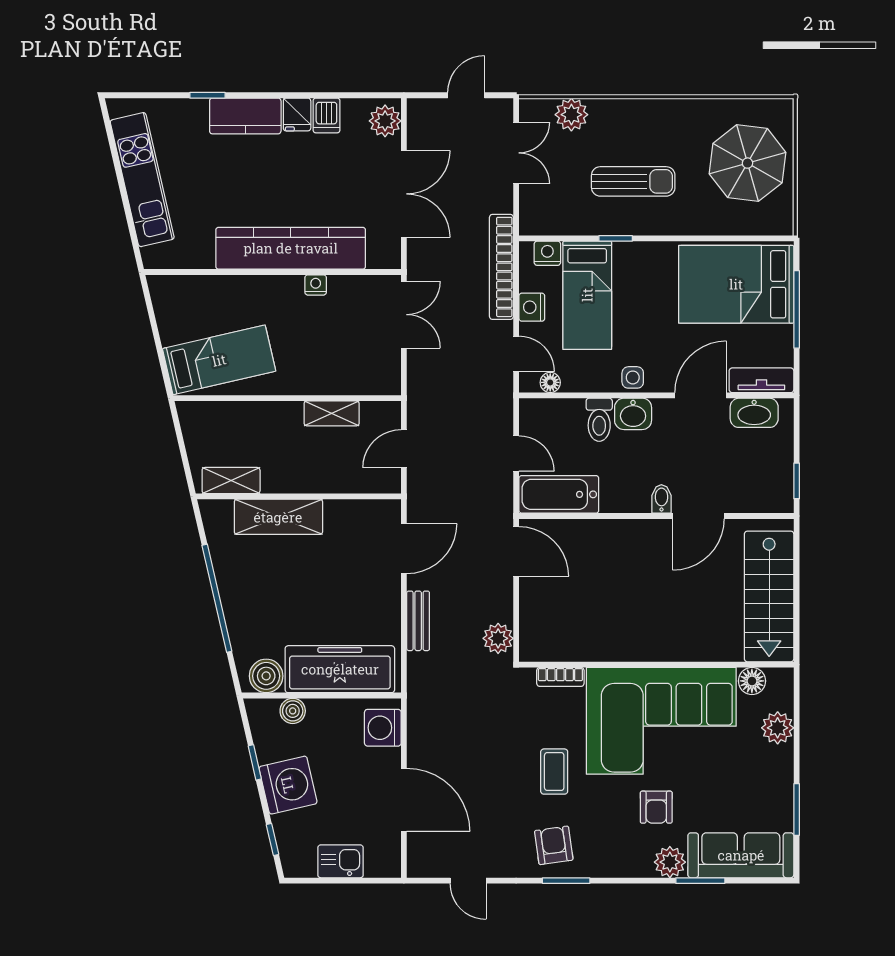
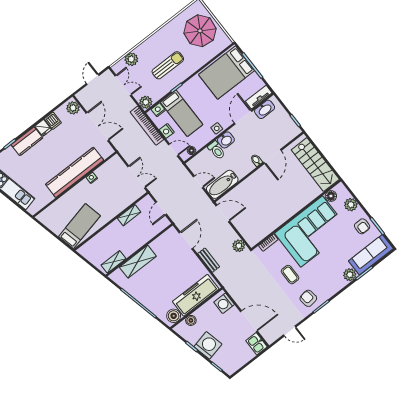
plant: (535, 220) -> (146, 102), added
double door: (404, 315) -> (137, 177), moved
armchair: (656, 807) -> (362, 226), moved
kitchen sink: (341, 861) -> (256, 344), moved, turned -90

